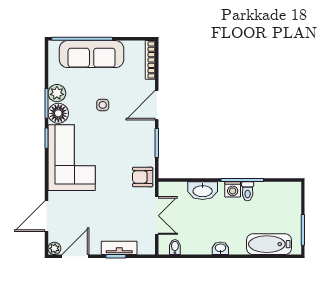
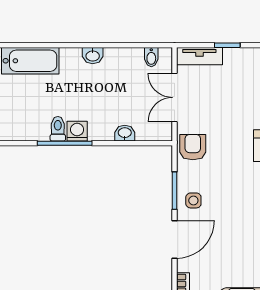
side table: (103, 105) -> (193, 200), moved
armchair: (143, 177) -> (193, 147), turned -90
washbasin: (203, 191) -> (125, 133), width x0.52, depth x0.69
tv unit: (119, 248) -> (199, 56), moved

